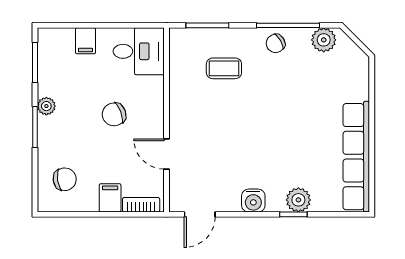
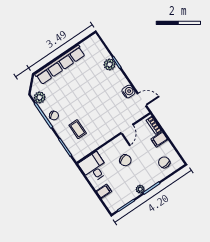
row of seats: (356, 157) -> (60, 65), moved
water cooler: (253, 201) -> (128, 92), moved

